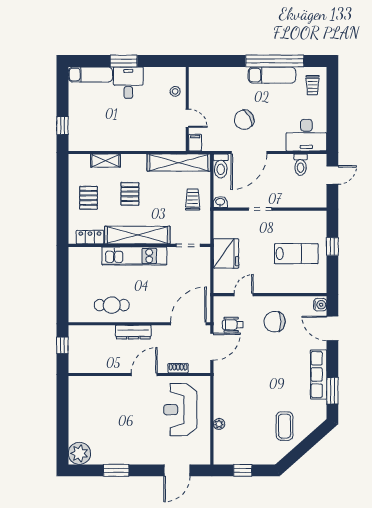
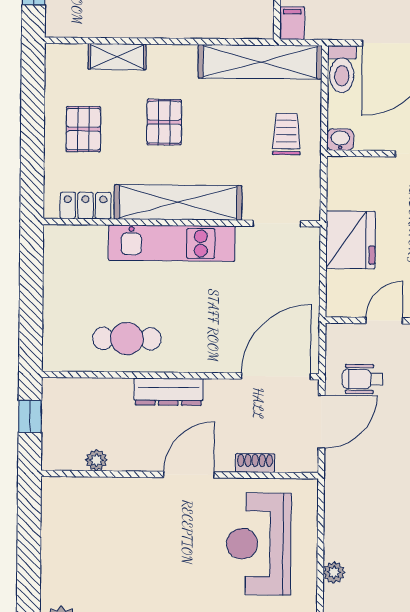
plant: (97, 367) -> (96, 460), added

